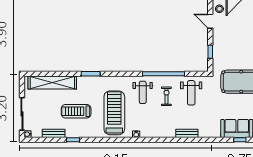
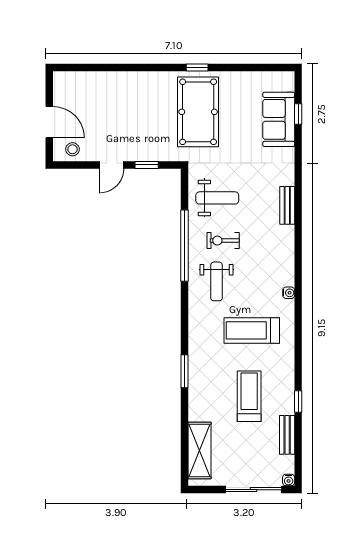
door: (210, 21) -> (112, 165), moved
shelving: (52, 82) -> (199, 450), width x0.68
weight bench: (143, 92) -> (216, 281), turned 90
treadmill: (76, 111) -> (249, 396), turned 180
treadmill: (114, 113) -> (252, 330), width x0.73, depth x0.73

